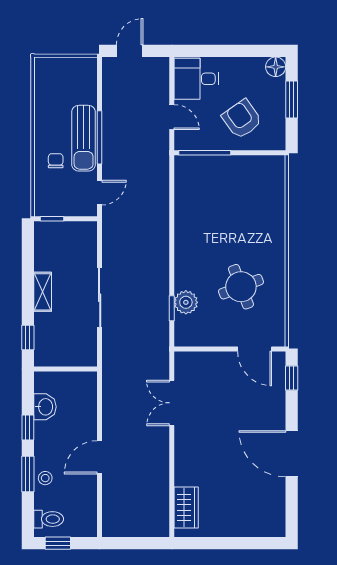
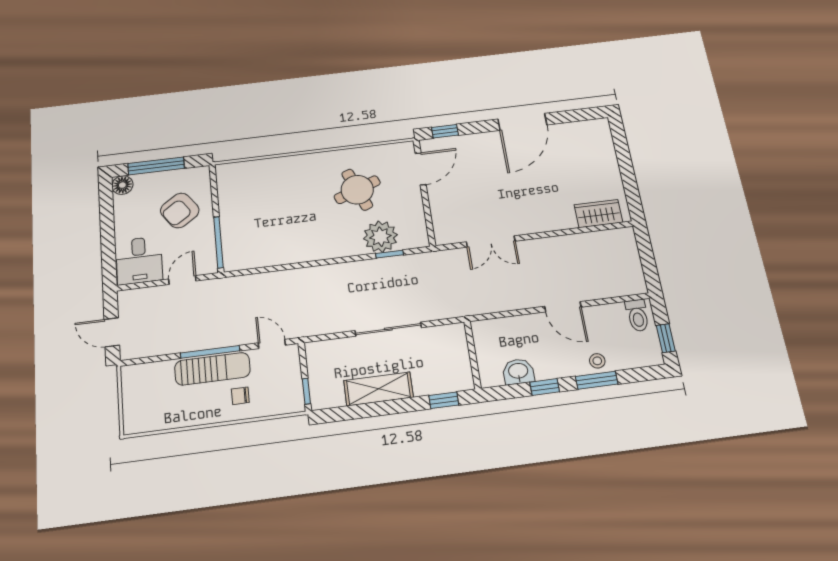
window: (292, 100) -> (156, 166), width x1.44
shelving: (43, 292) -> (378, 389), width x1.50, depth x1.33
plant: (186, 302) -> (380, 237), width x1.36, depth x1.36
toilet: (49, 519) -> (637, 315), moved, turned 180

